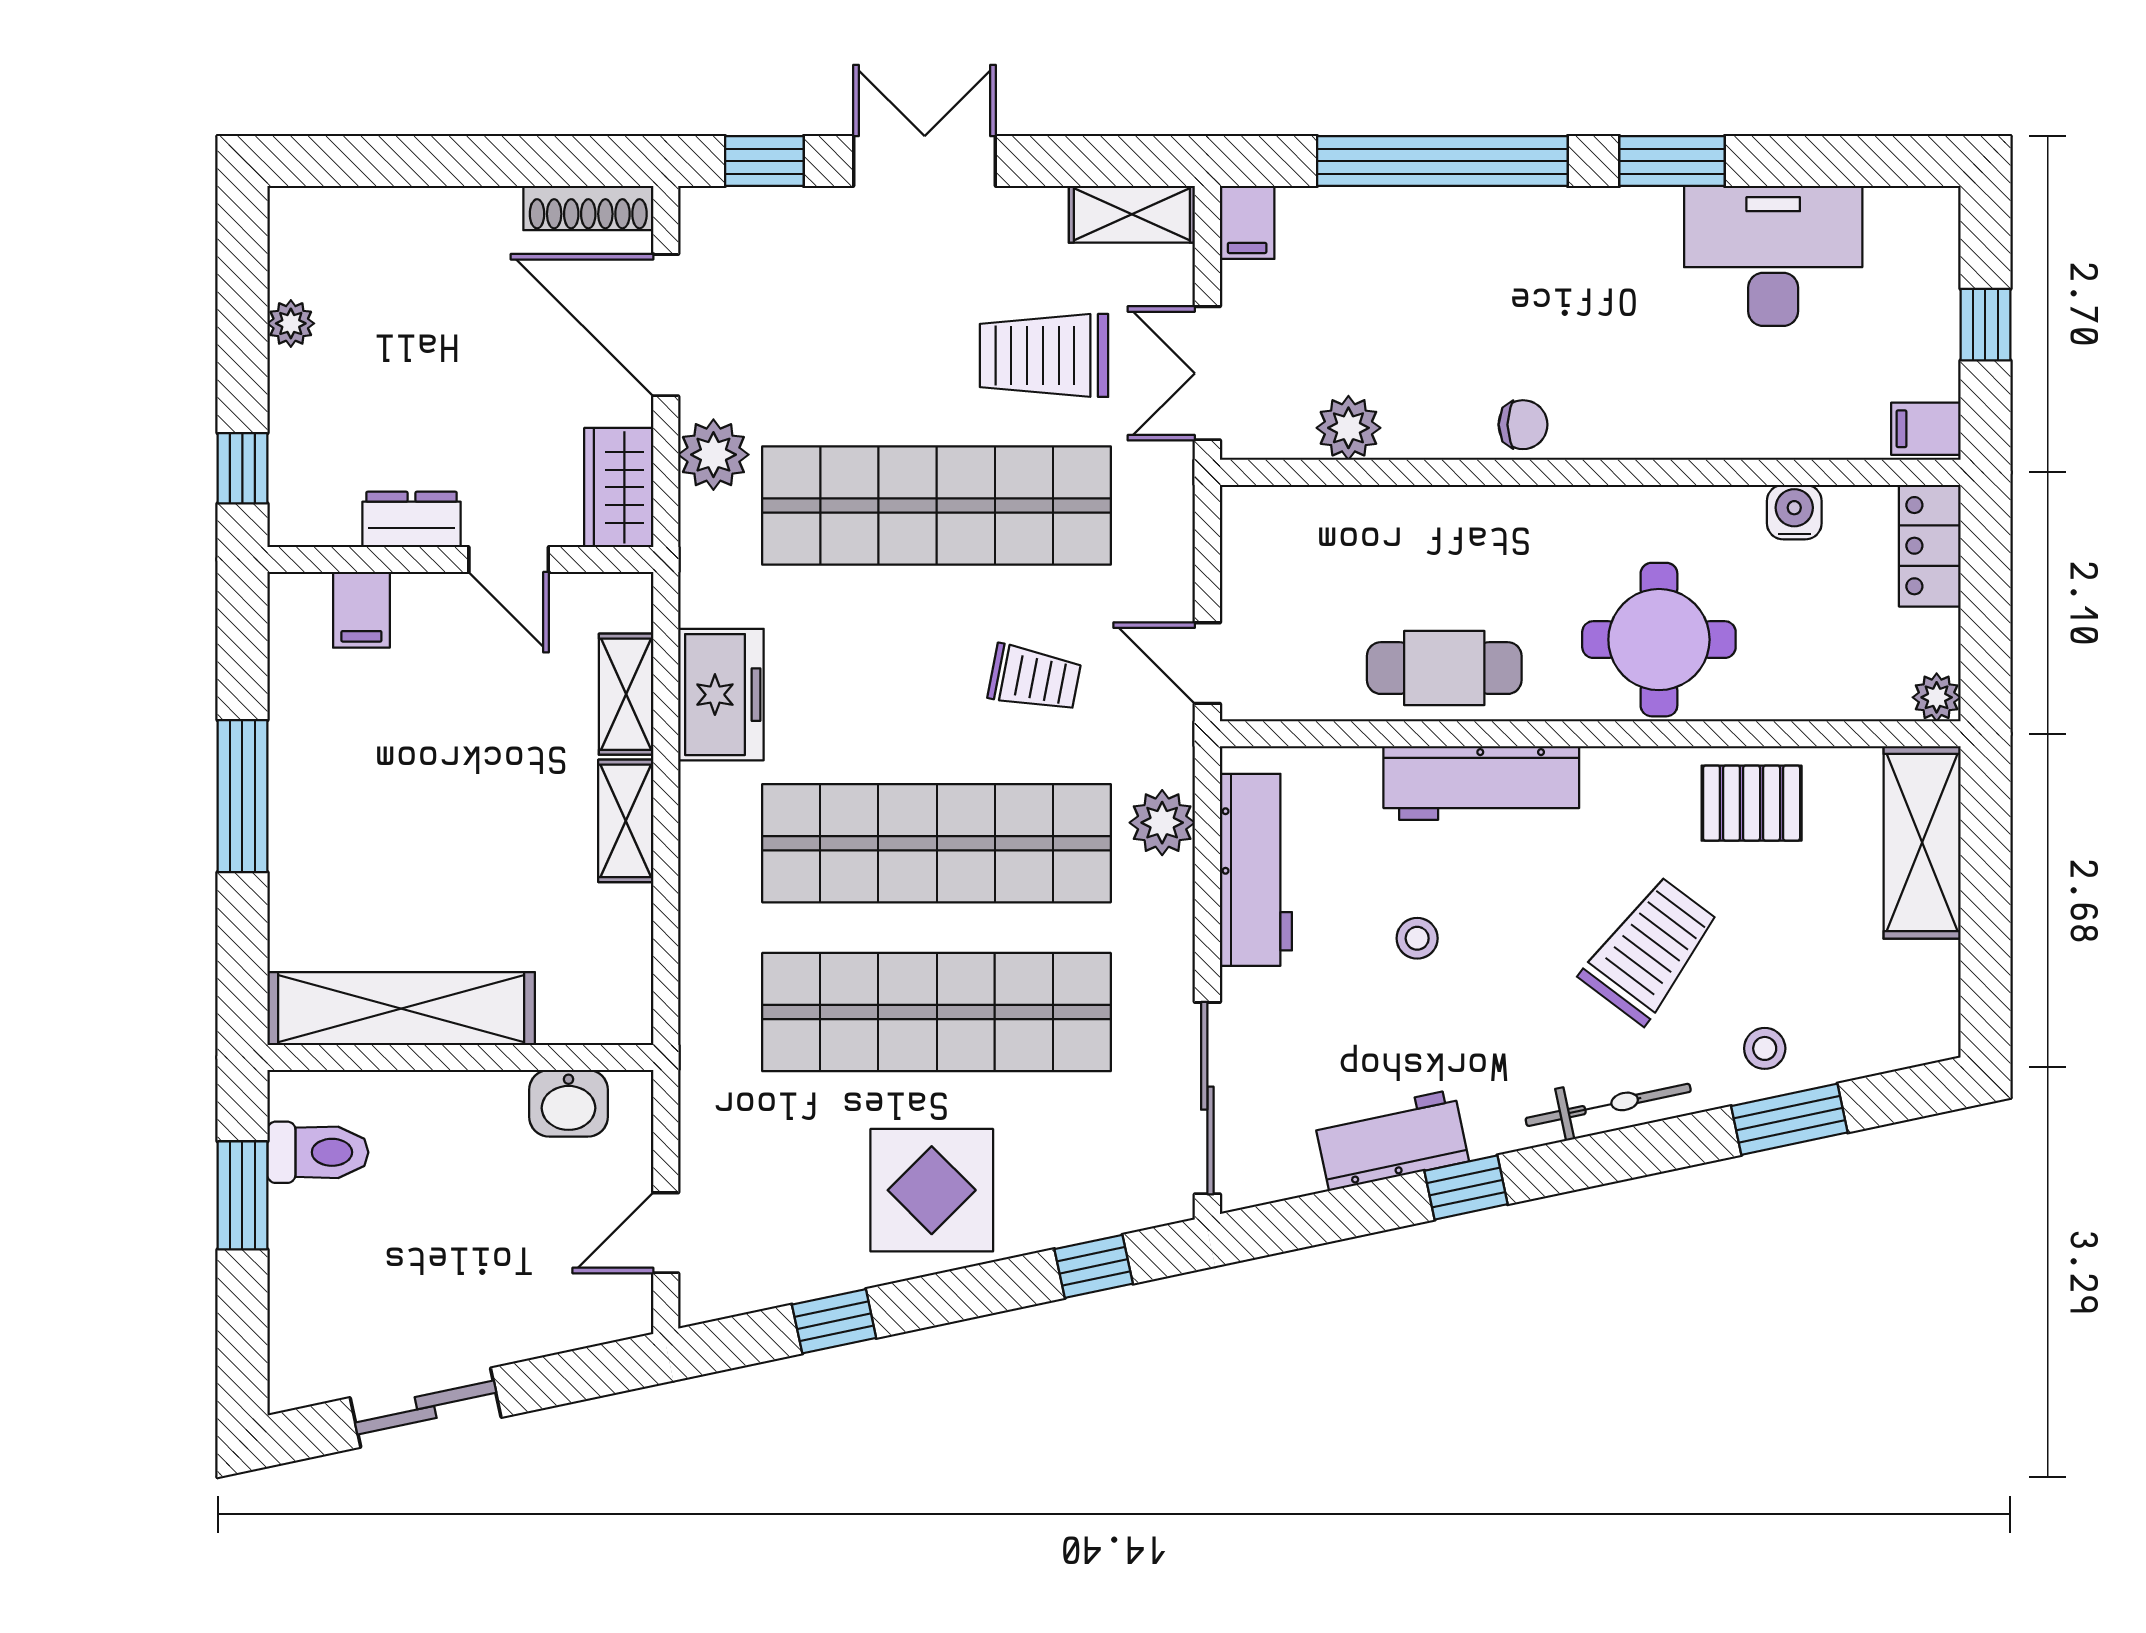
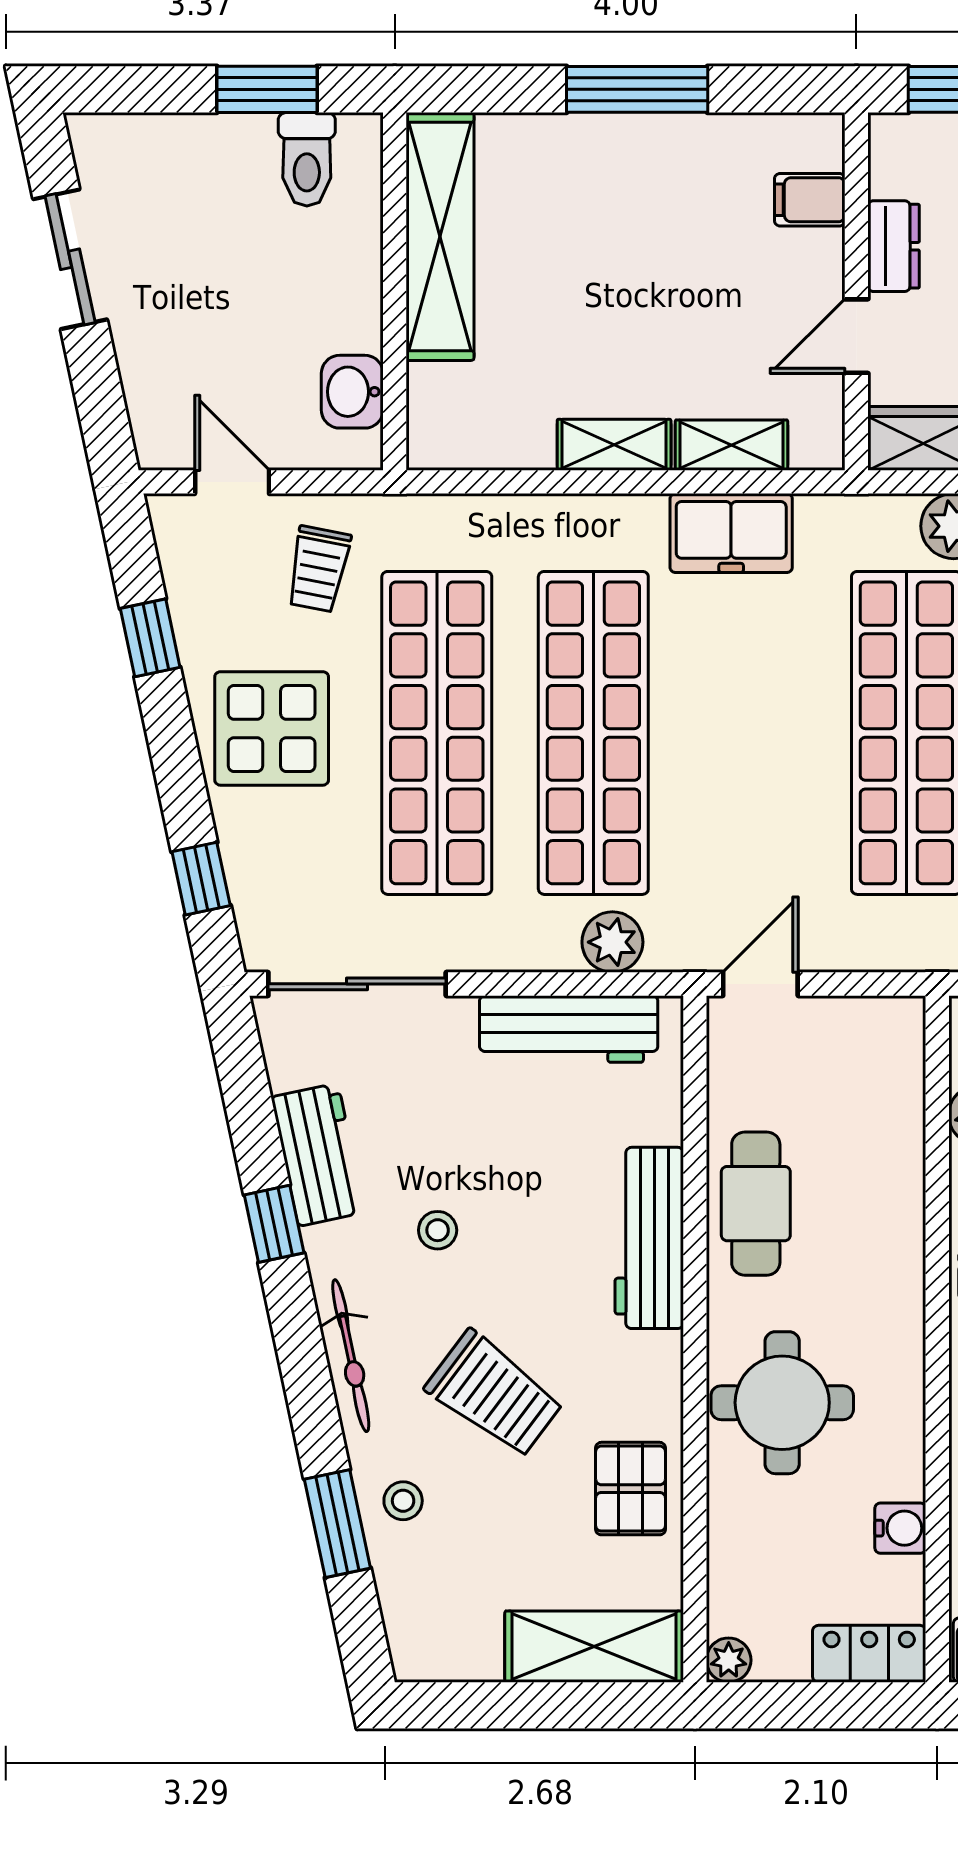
trolley: (1035, 678) -> (318, 569), moved
stool: (1417, 938) -> (438, 1230), moved

